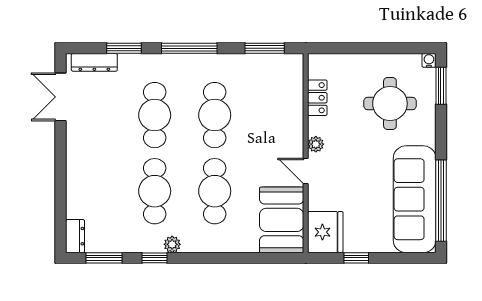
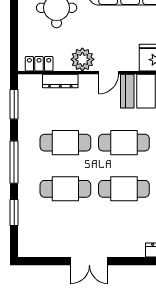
dresser: (94, 62) -> (60, 81), moved, turned 90
double door: (61, 97) -> (89, 261), moved
locker: (317, 98) -> (39, 64), moved
plant: (316, 144) -> (82, 59), width x1.88, depth x1.88

